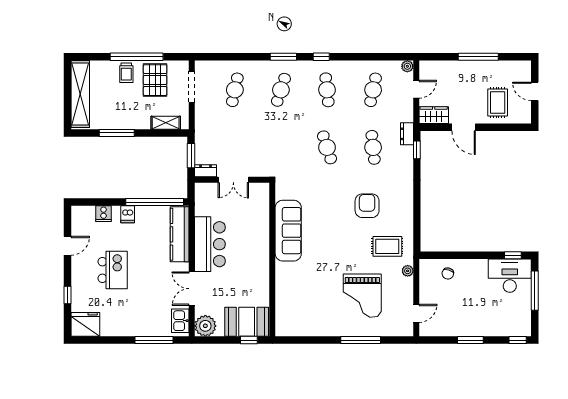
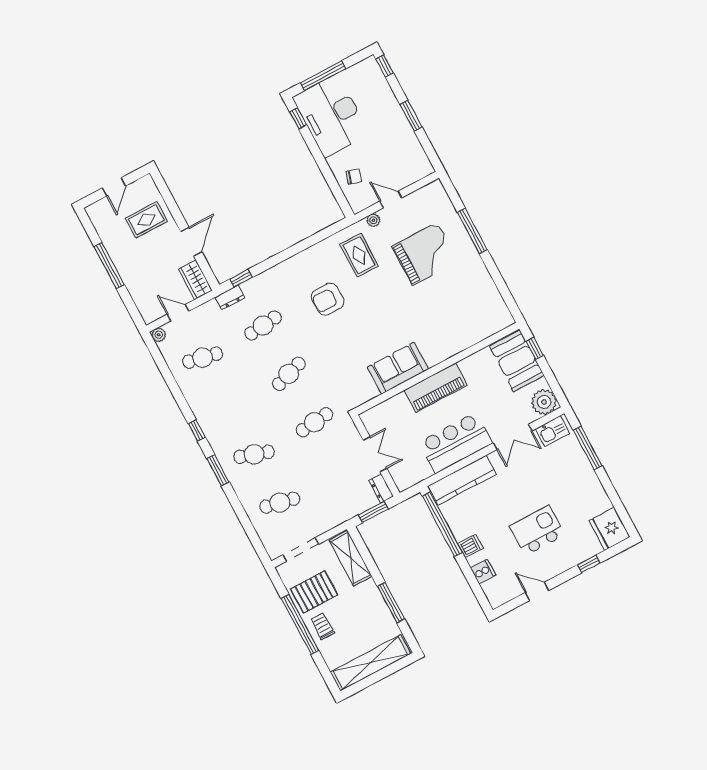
trolley: (126, 73) -> (322, 626), turned -90
cafe table: (327, 90) -> (314, 422), moved
shelving: (166, 123) -> (351, 558), width x1.50, depth x1.33
sofa: (288, 231) -> (398, 368), width x0.73
piano: (259, 251) -> (436, 388), added
desk: (510, 276) -> (331, 116), width x1.36, depth x1.30
door: (416, 313) -> (391, 199), moved

